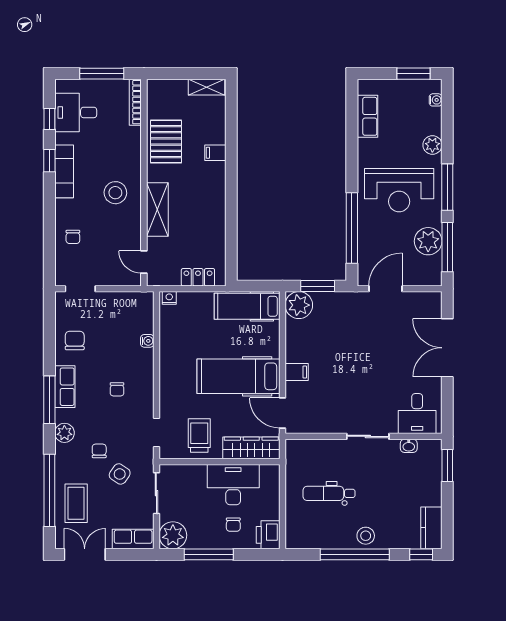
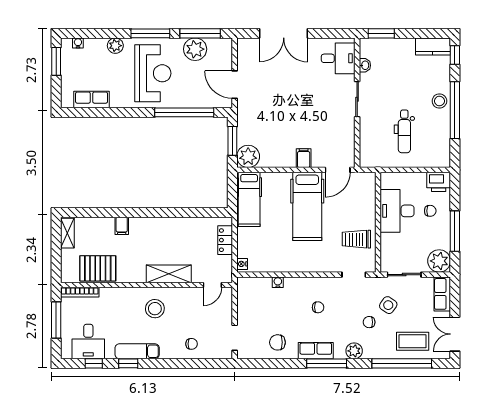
pallet: (166, 142) -> (98, 268), moved
wardrobe: (251, 448) -> (367, 196), removed

